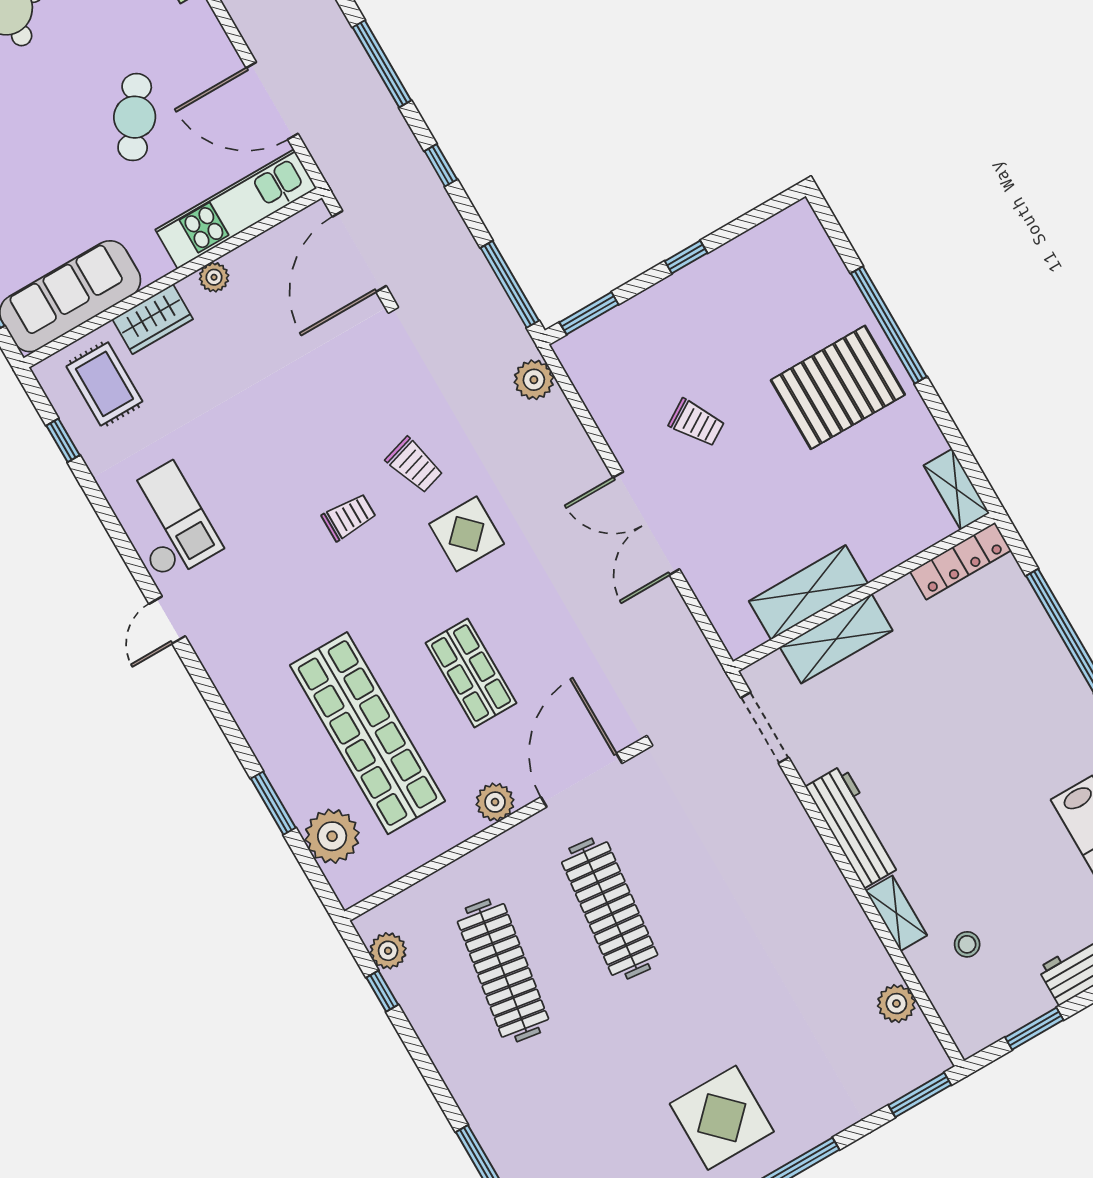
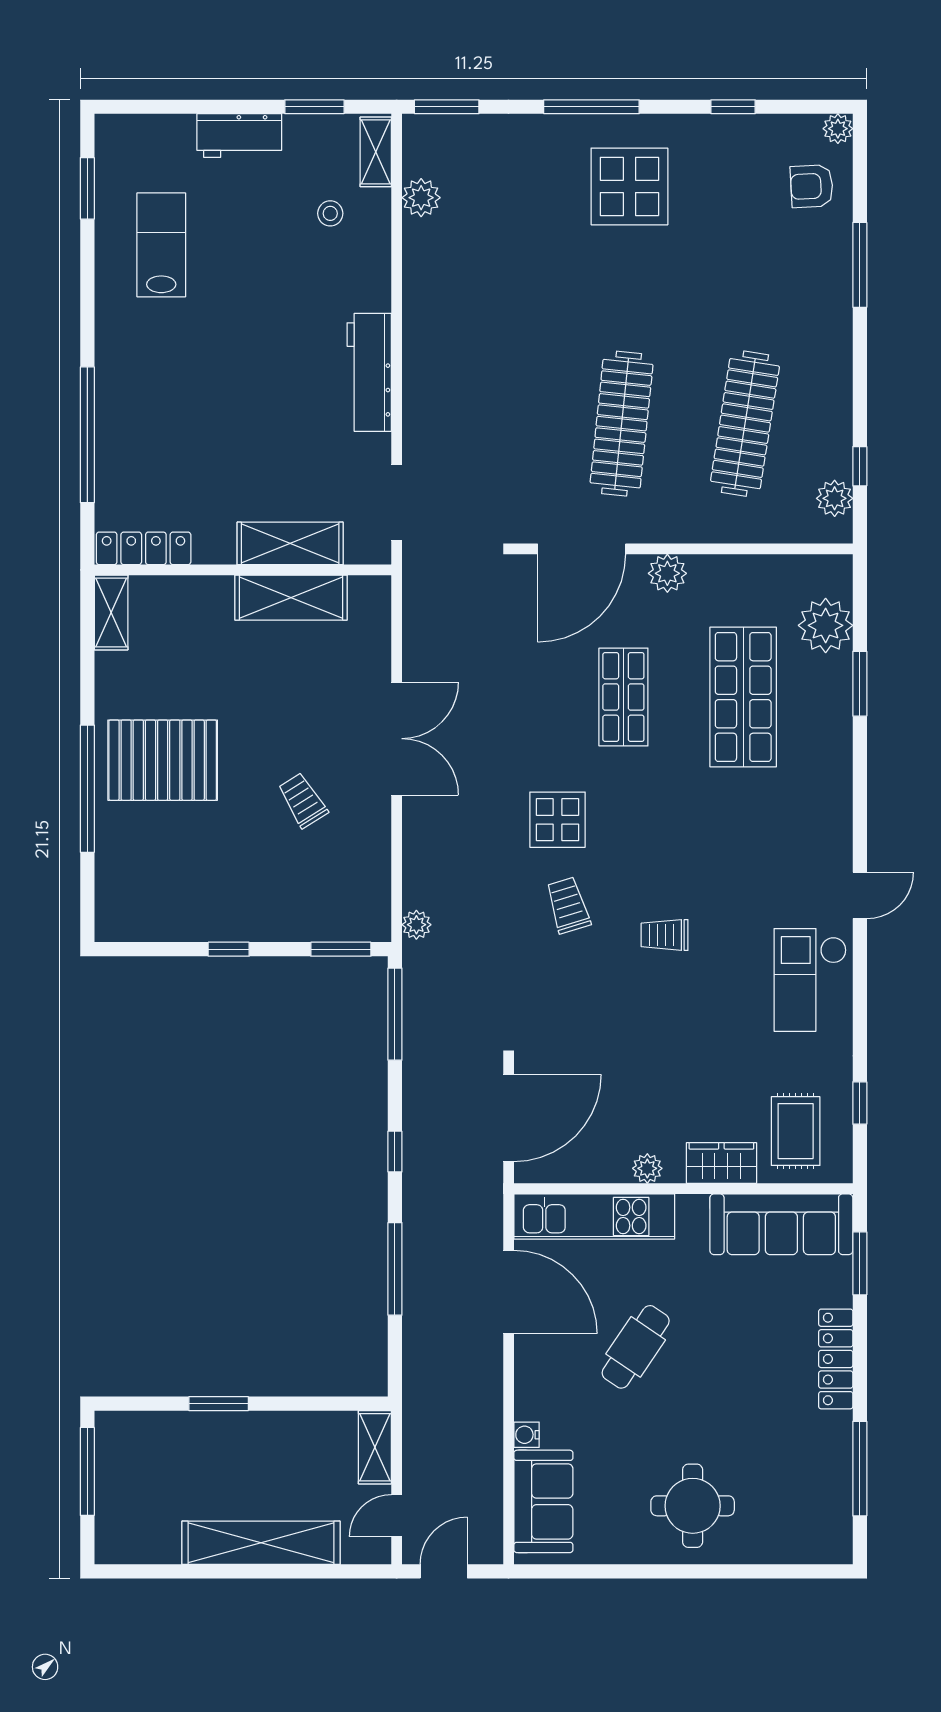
plant: (534, 380) -> (416, 925), width x0.73, depth x0.73
trolley: (349, 517) -> (665, 935), moved
shop shelf: (367, 733) -> (743, 697), width x0.71
shelving: (896, 913) -> (376, 152), moved

